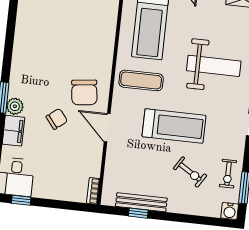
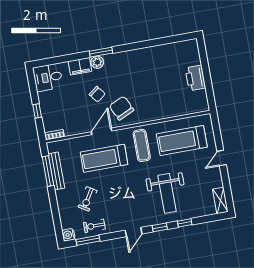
chair: (84, 92) -> (122, 108), turned 72
treadmill: (174, 126) -> (104, 158), moved, turned 90
window: (21, 200) -> (37, 111), moved
window: (138, 213) -> (48, 171), width x2.17

